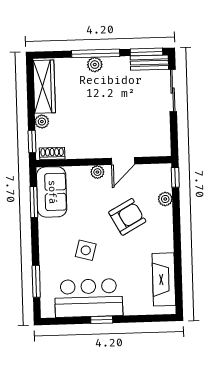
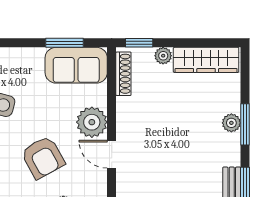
window: (96, 53) -> (245, 124), width x0.69
shoe rack: (52, 154) -> (123, 74), width x1.43
plant: (97, 172) -> (92, 122), width x1.88, depth x1.88

